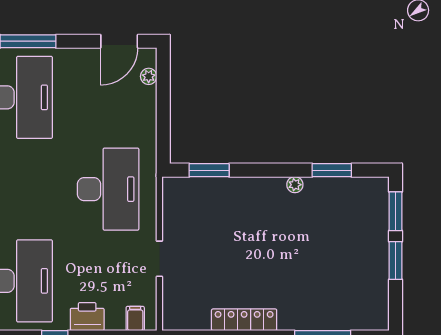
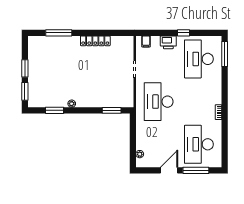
door: (119, 41) -> (169, 170), moved

